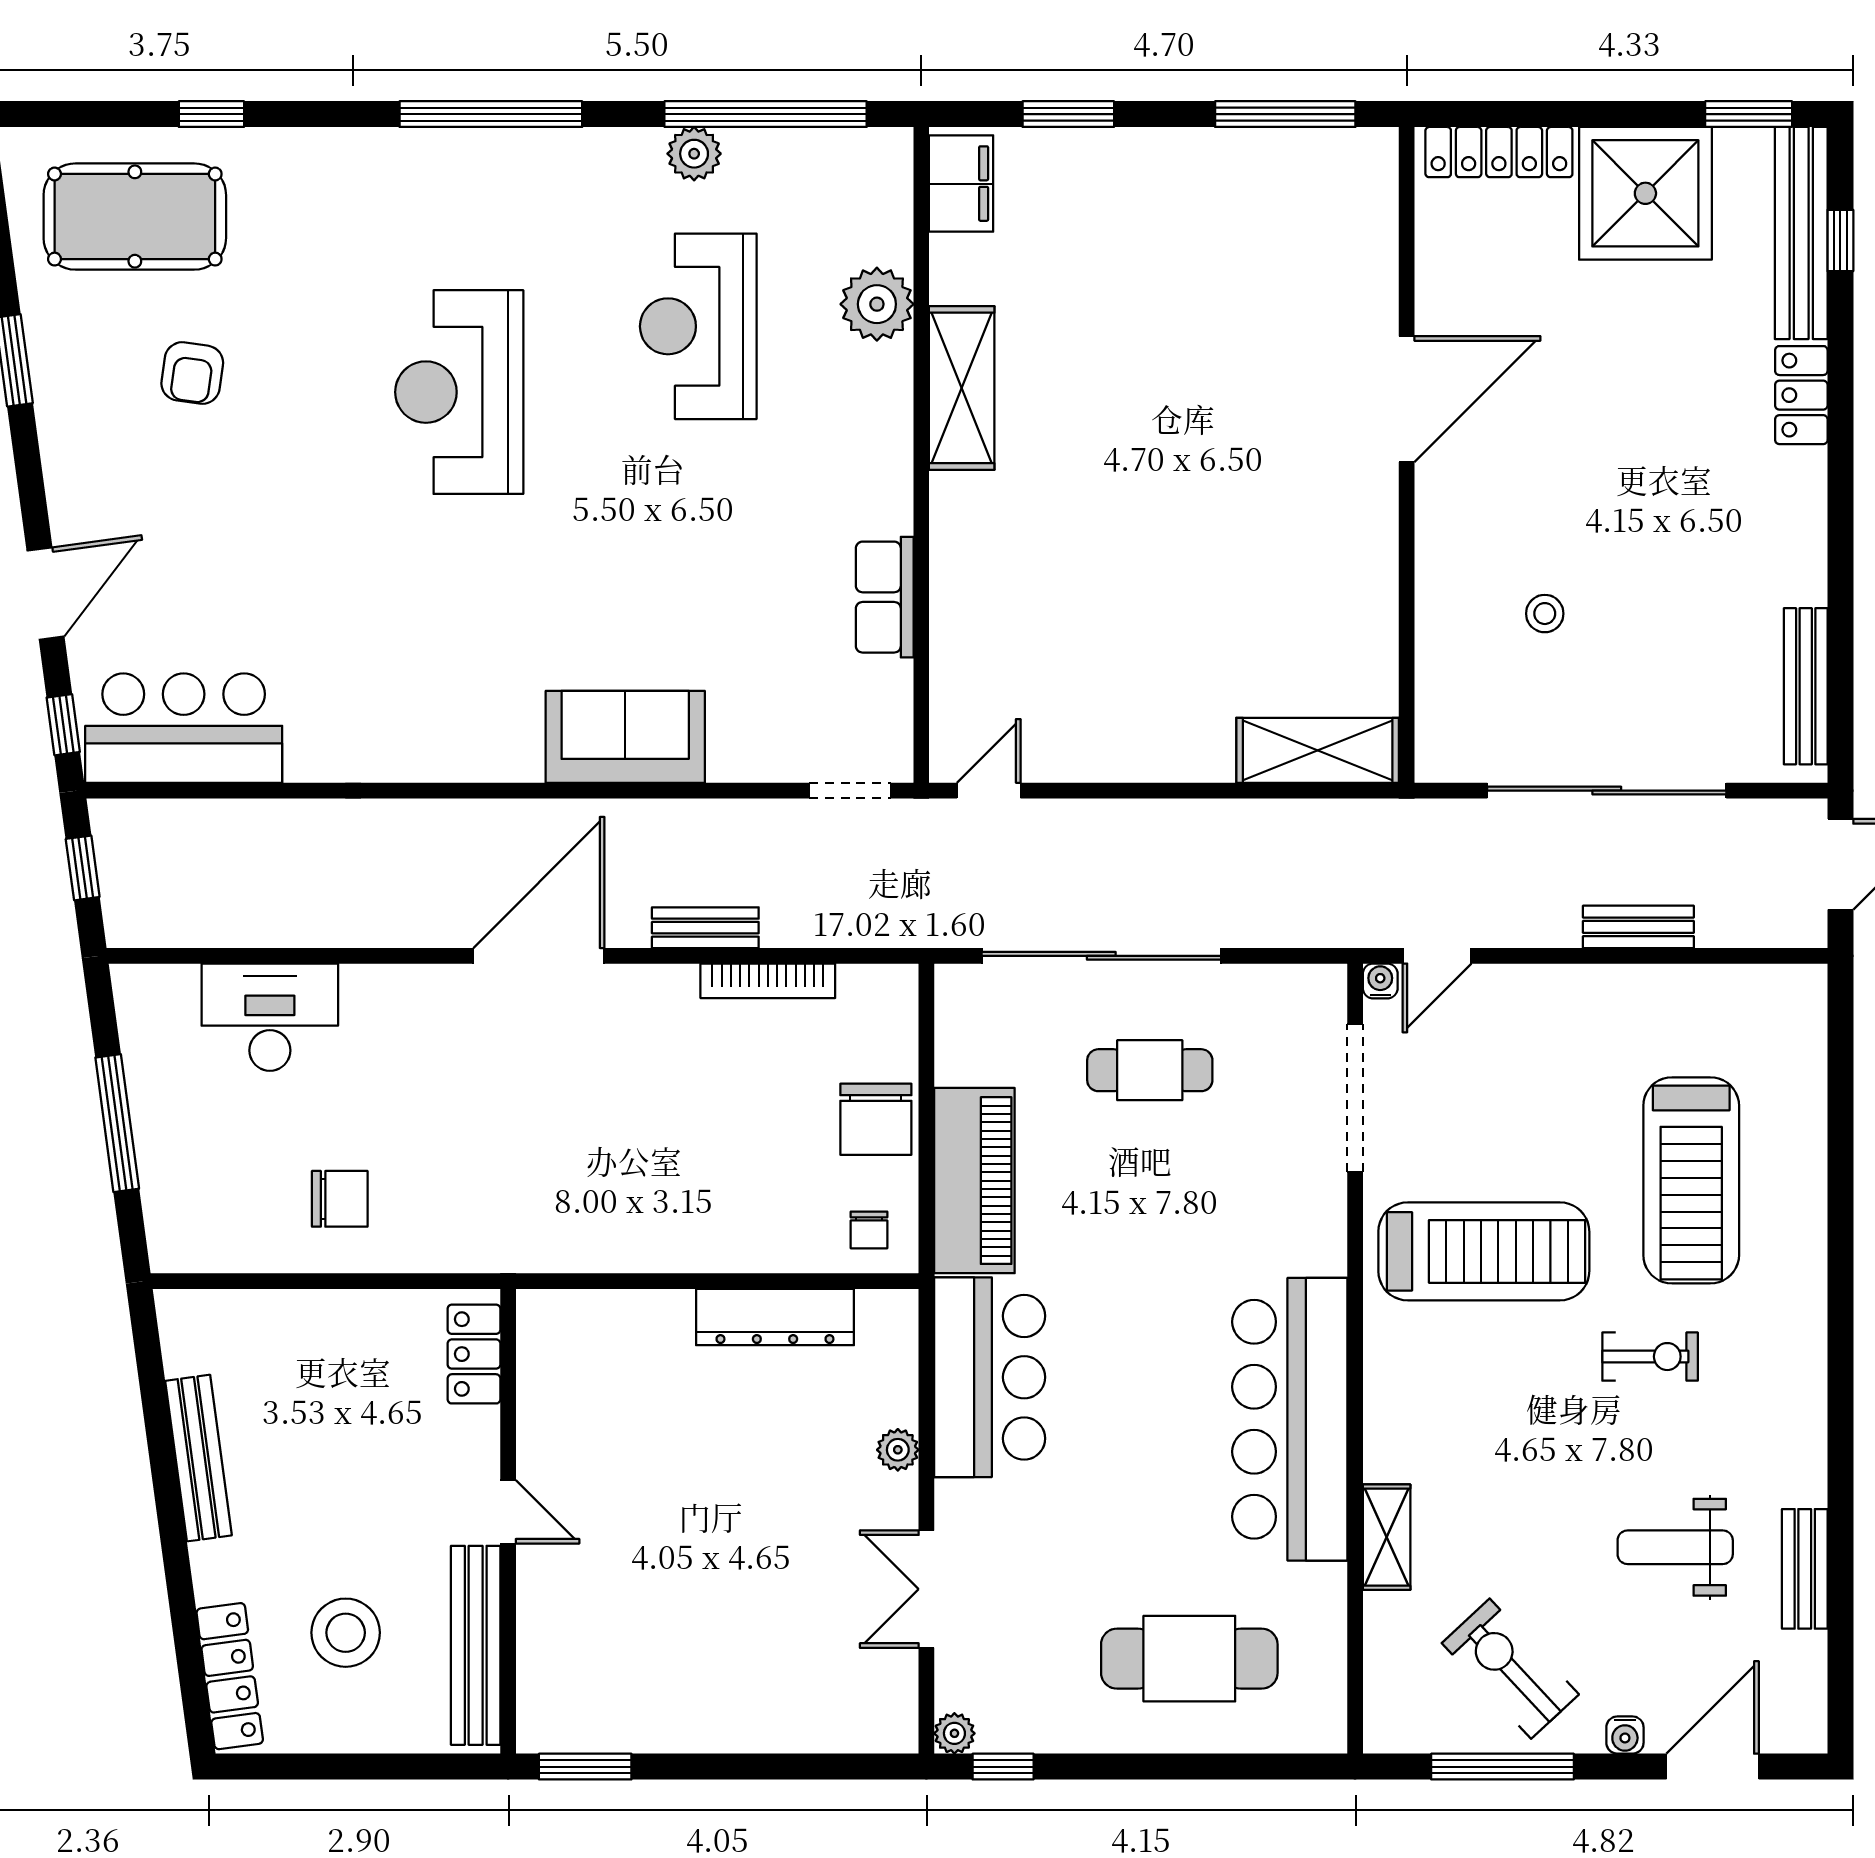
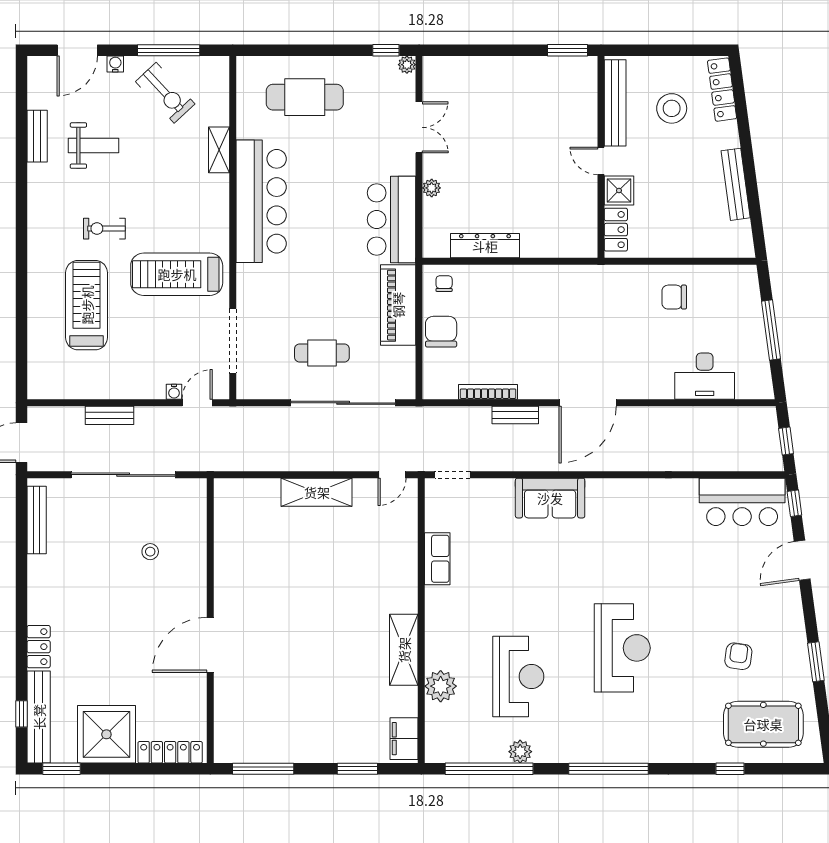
shelving: (1318, 750) -> (317, 492), moved
water cooler: (1380, 981) -> (174, 392), moved
shower: (467, 1444) -> (619, 190), added

